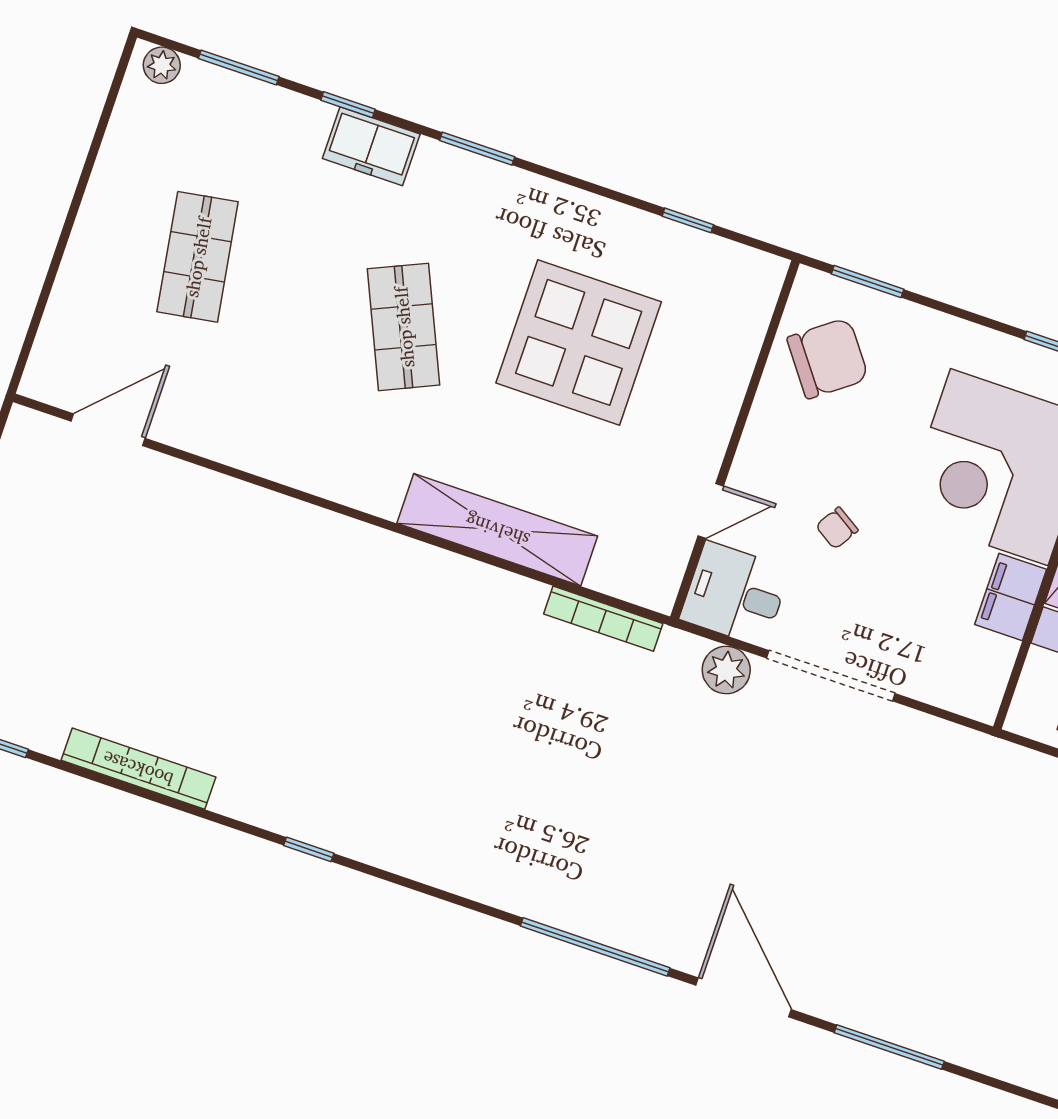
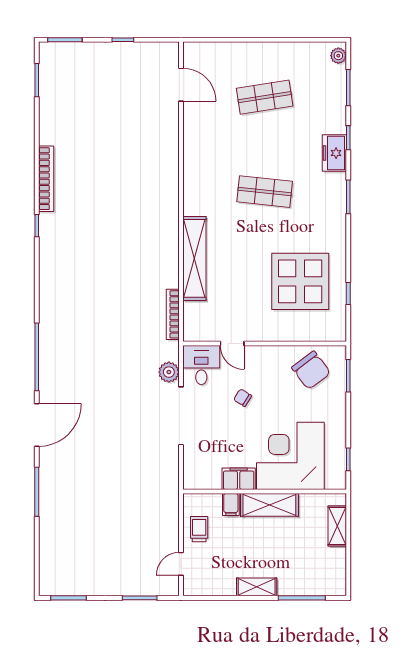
shop shelf: (404, 327) -> (265, 192), turned 30
display table: (579, 342) -> (300, 281), moved
bookcase: (138, 769) -> (46, 179), moved

